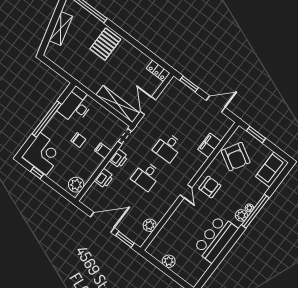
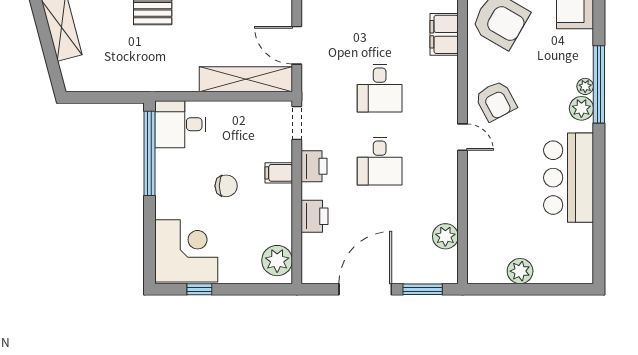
desk: (76, 106) -> (180, 124), width x0.73
window: (47, 119) -> (150, 153), moved
armchair: (210, 187) -> (496, 101), turned 152

